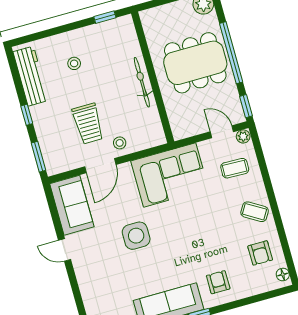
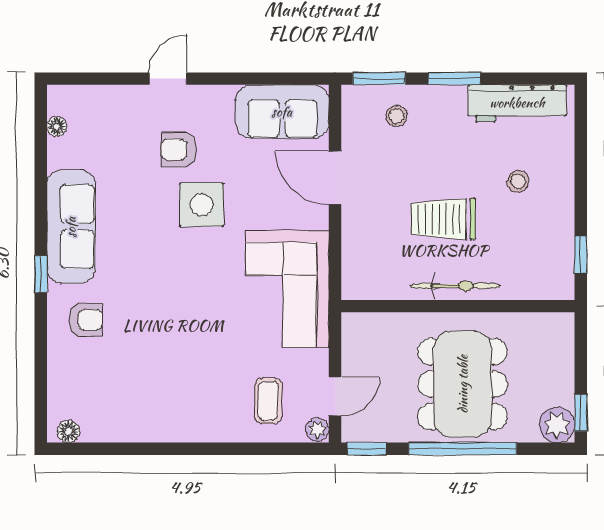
window: (27, 115) -> (454, 79), width x1.50
trolley: (88, 124) -> (443, 219), moved
stool: (120, 143) -> (397, 116), moved
coffee table: (255, 212) -> (186, 414), removed
door: (65, 250) -> (168, 79), moved
armchair: (260, 253) -> (179, 149), moved

